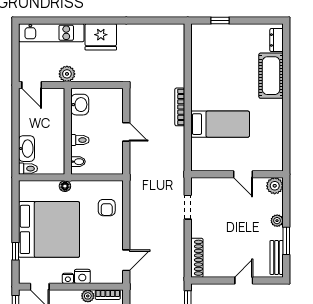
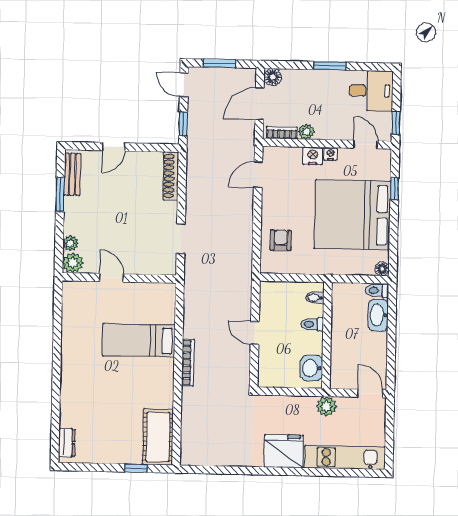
cot: (271, 76) -> (158, 437), moved
floor lamp: (65, 186) -> (382, 269), moved
plant: (277, 221) -> (70, 243), moved

